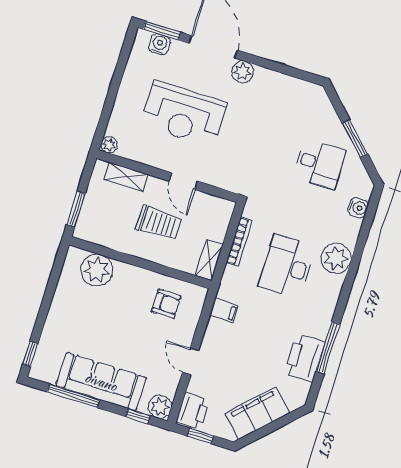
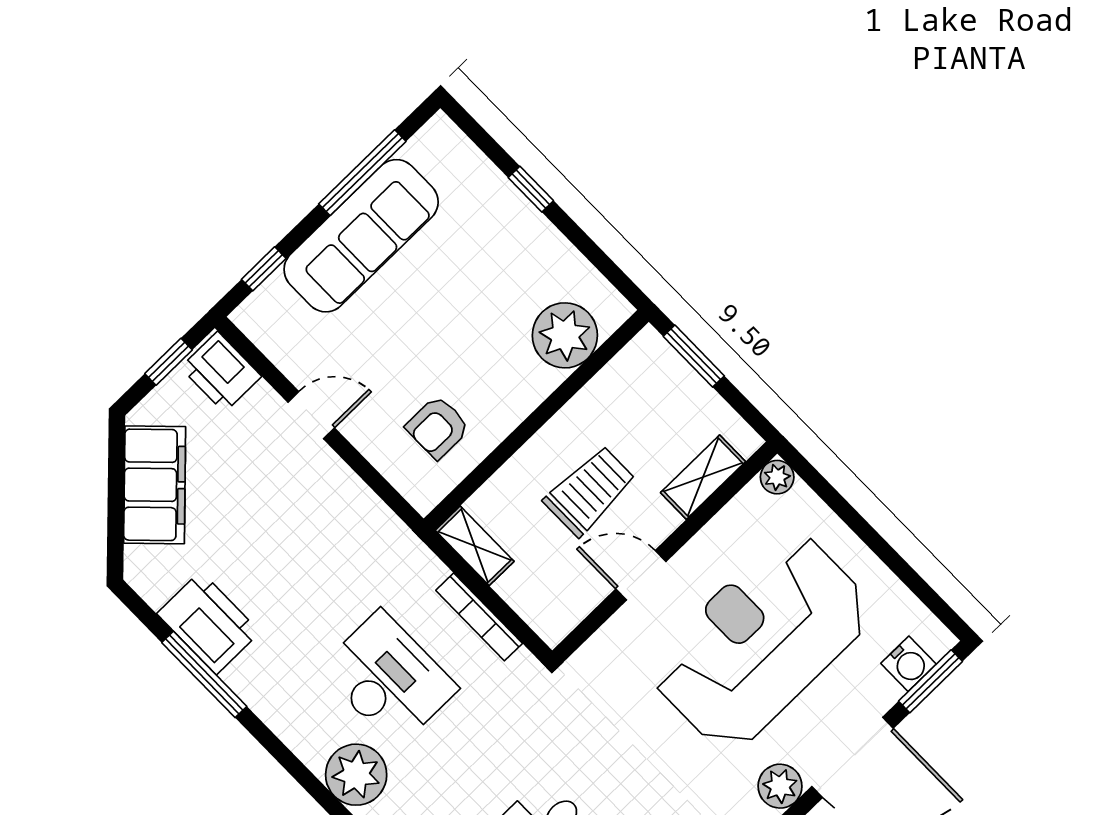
reception desk: (184, 114) -> (761, 641), width x1.36, depth x1.30
trolley: (159, 223) -> (590, 491), turned 180
filing cabinet: (224, 311) -> (370, 523), removed
window: (30, 354) -> (531, 189), moved
plant: (160, 407) -> (260, 317), removed

